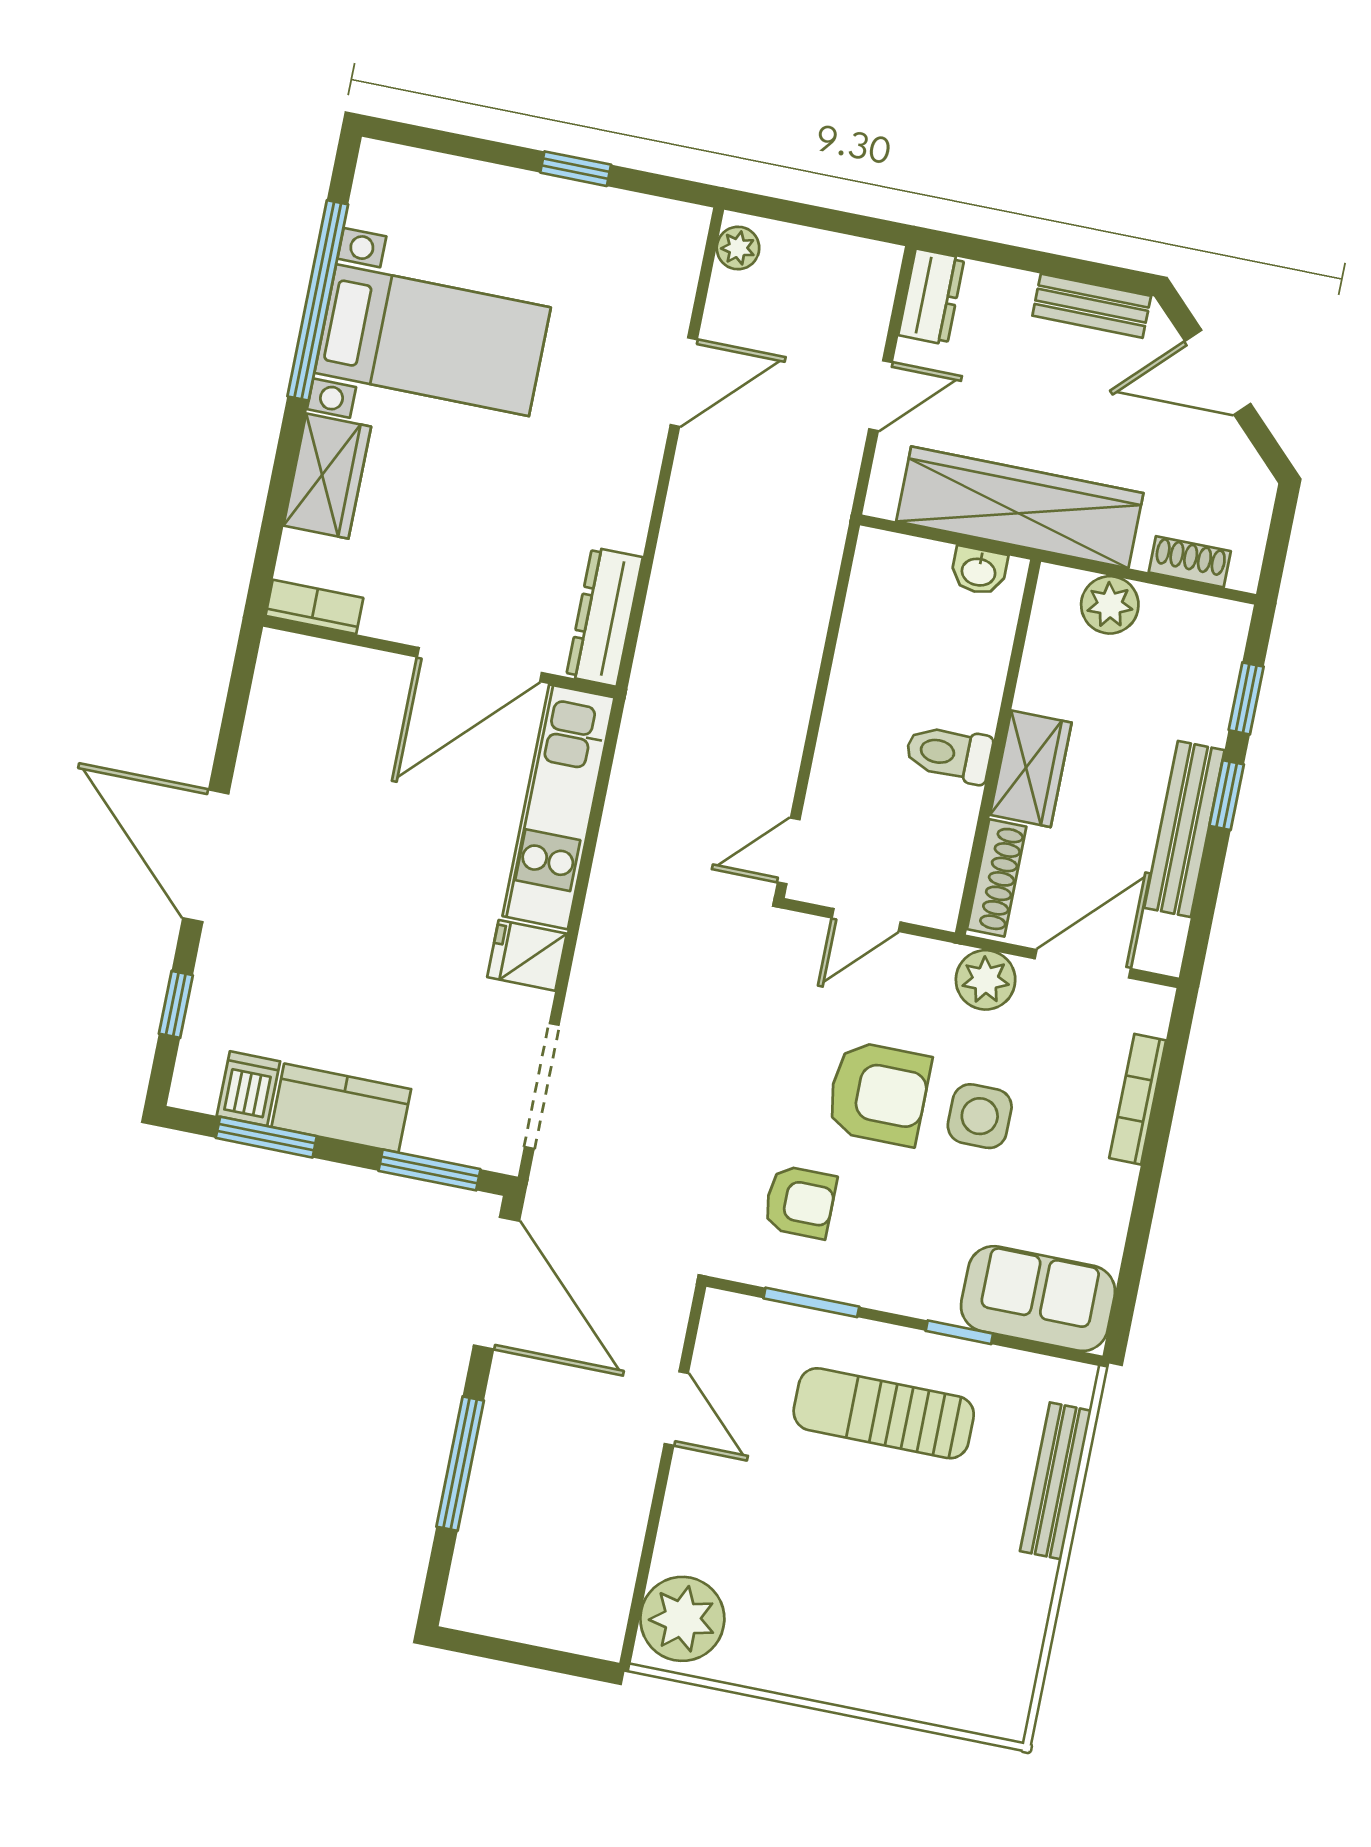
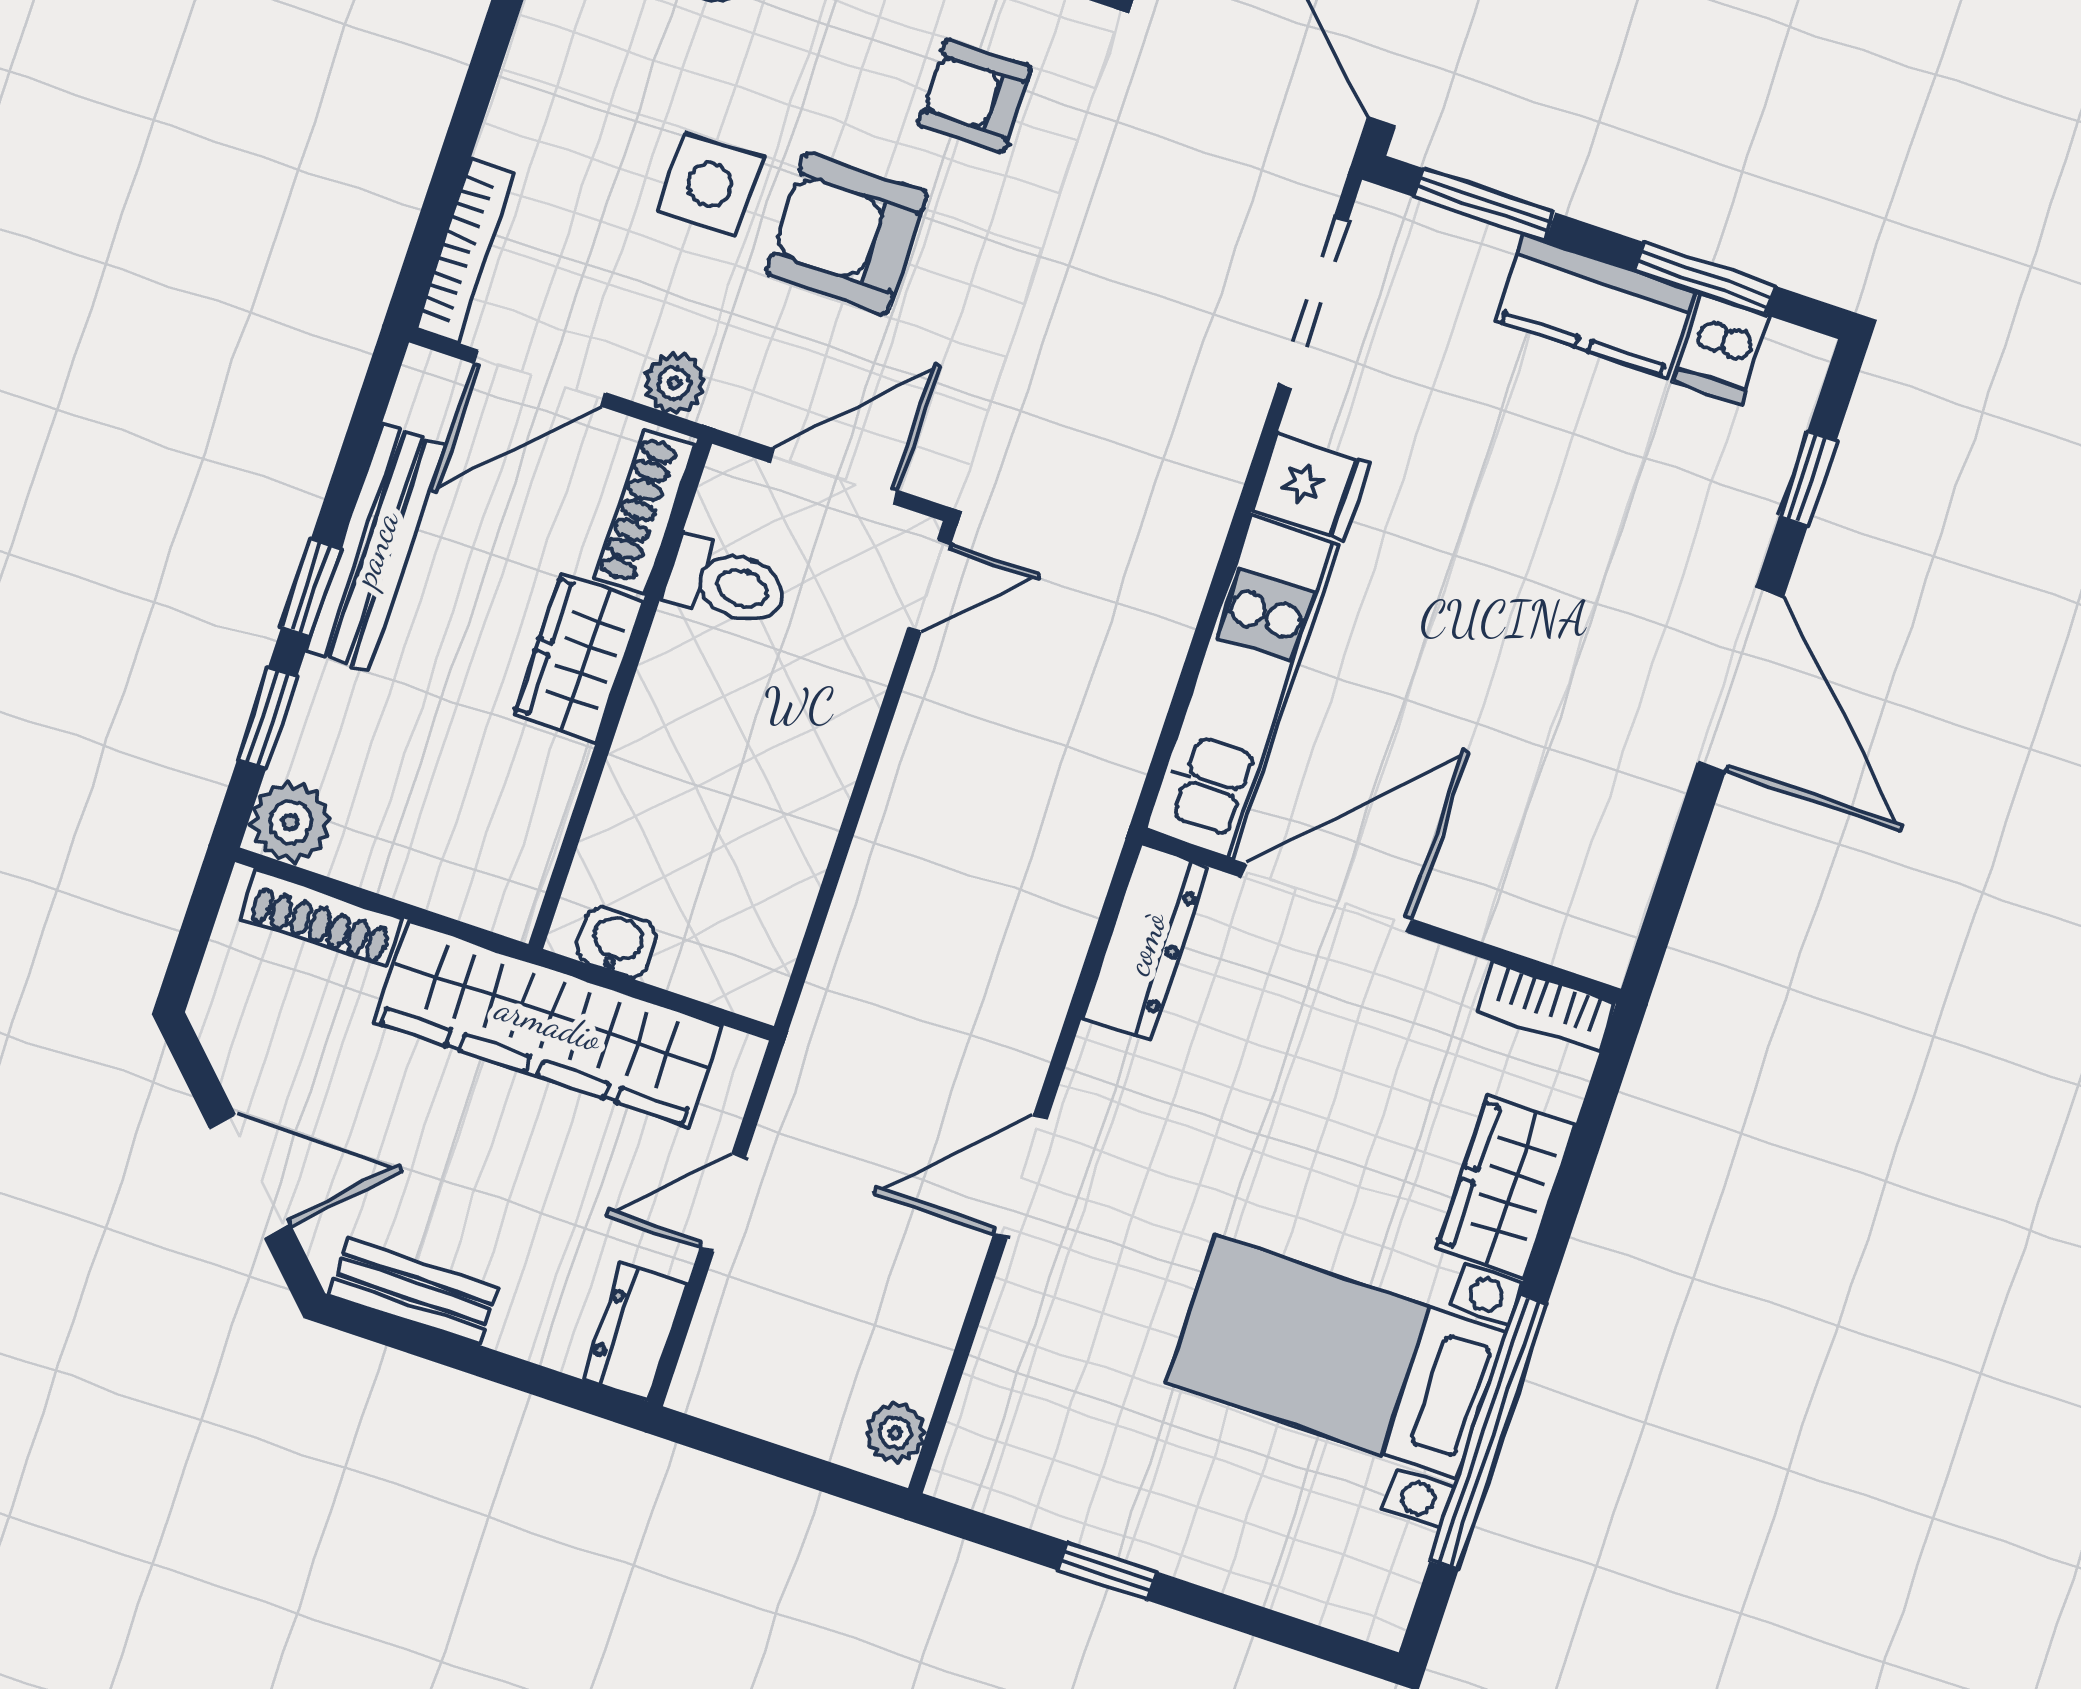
door: (684, 382) -> (1020, 1177), moved
shoe rack: (1190, 562) -> (322, 918), width x1.43
plant: (1110, 605) -> (291, 822), moved
toilet: (949, 754) -> (727, 583), moved
door: (866, 920) -> (834, 476), width x1.38
plant: (986, 980) -> (674, 383), width x0.73, depth x0.73
bookcase: (1138, 1099) -> (463, 251), moved

